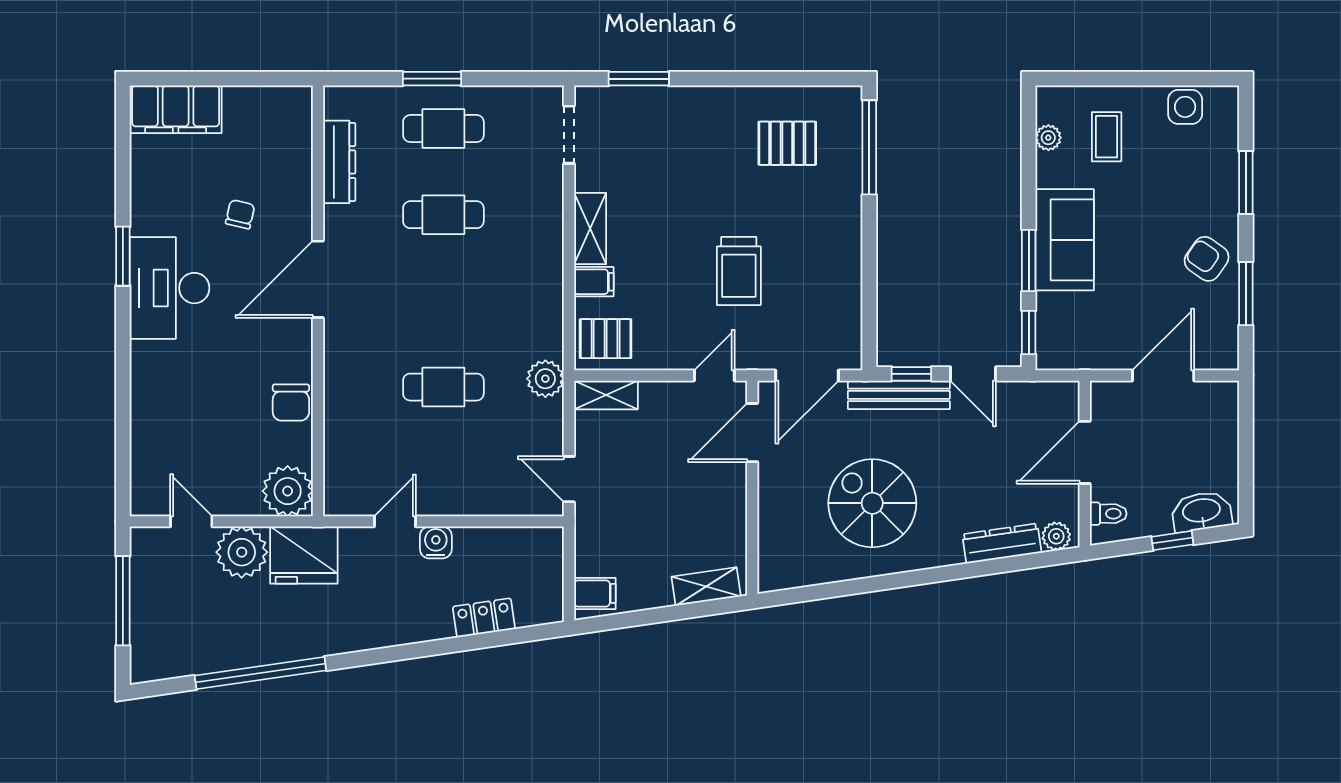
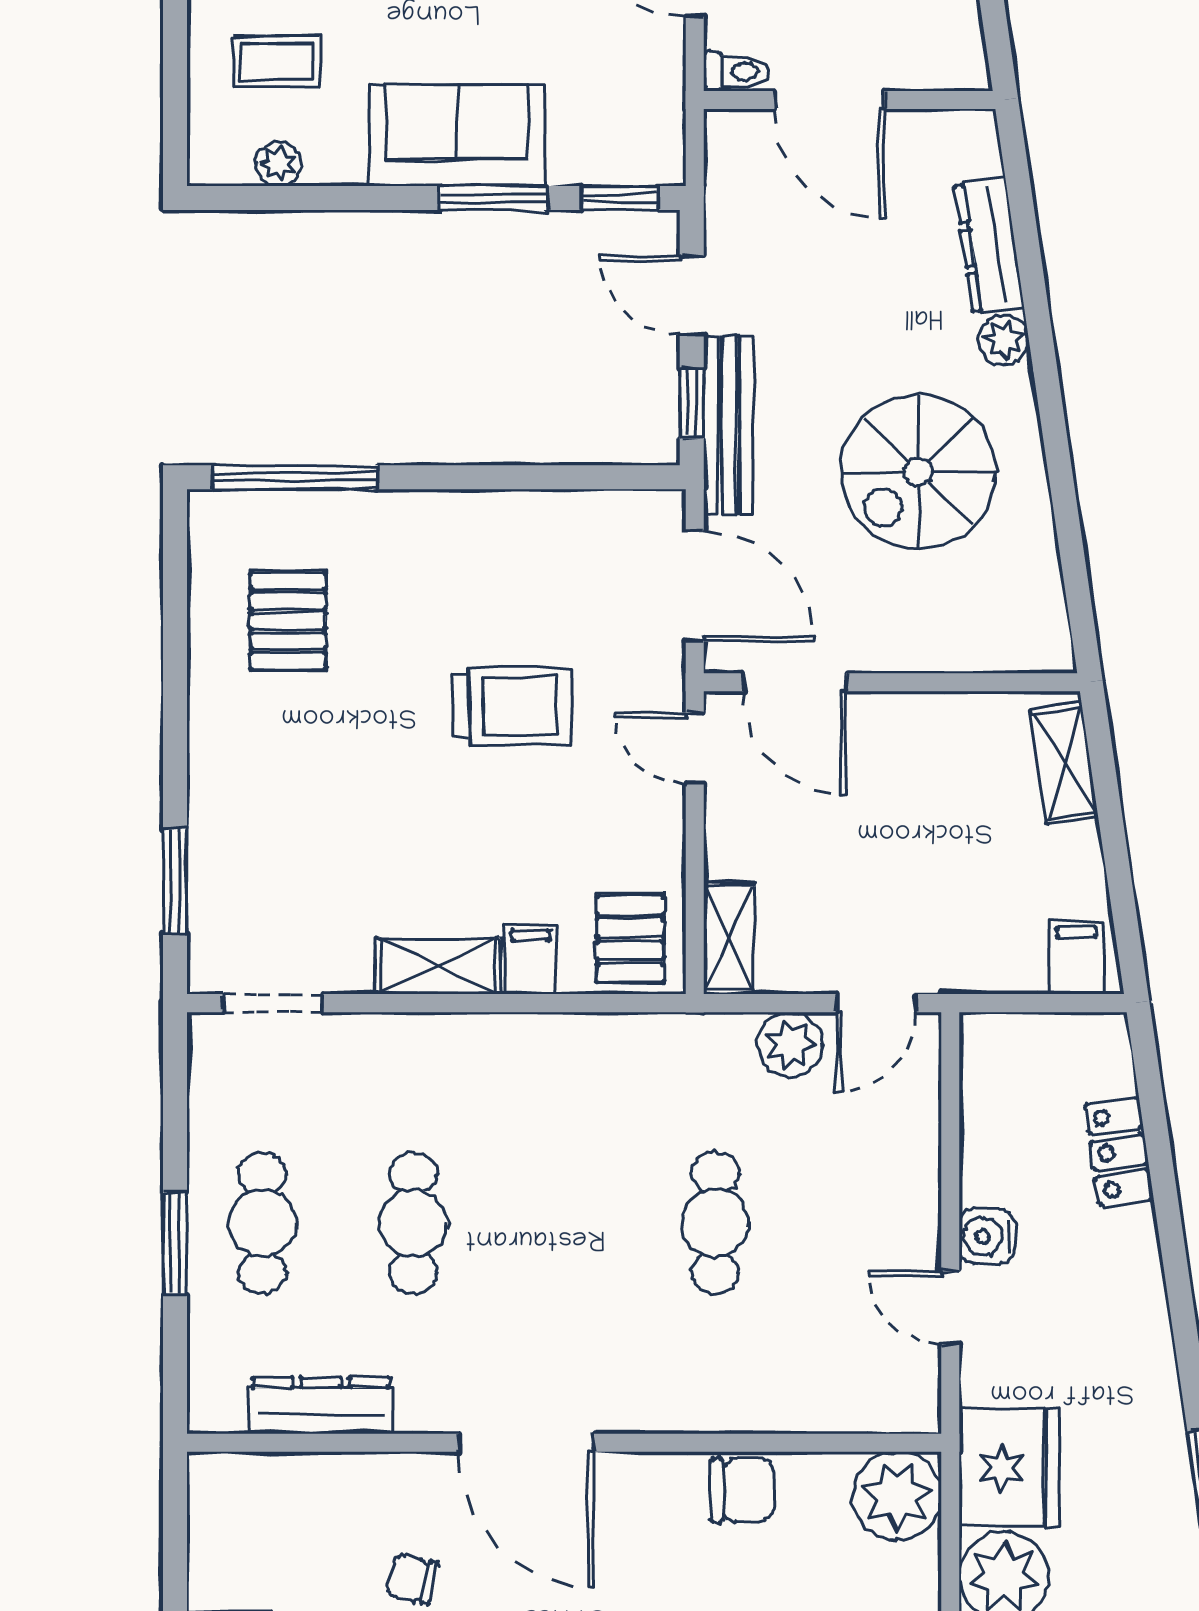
door: (973, 374) -> (692, 295), swing flipped
plant: (545, 379) -> (790, 1045), moved
toilet: (1108, 514) -> (736, 71), moved, turned 90
plant: (1056, 536) -> (1004, 340), moved

